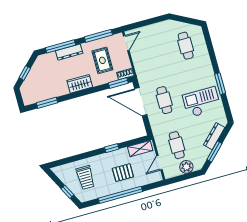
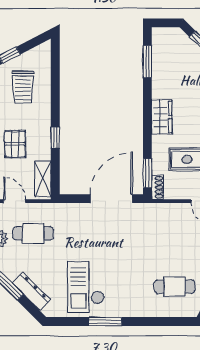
cafe table: (164, 100) -> (104, 233), removed
checkout: (202, 102) -> (86, 287), turned 180
trolley: (85, 178) -> (23, 87), turned -90

